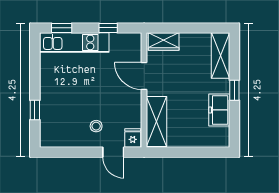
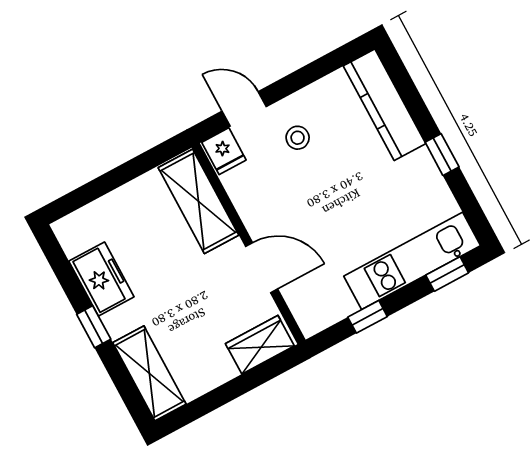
window: (35, 110) -> (442, 155), moved
kitchen counter: (49, 120) -> (385, 105), added

